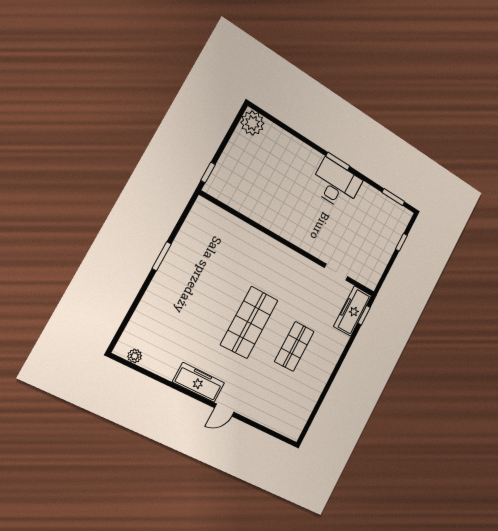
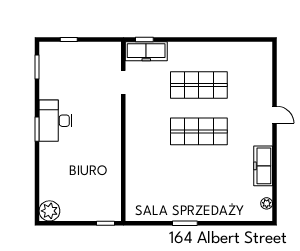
shop shelf: (294, 346) -> (199, 85), width x1.43, depth x1.36
freezer: (199, 382) -> (263, 166), moved

